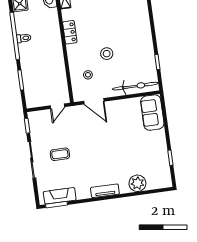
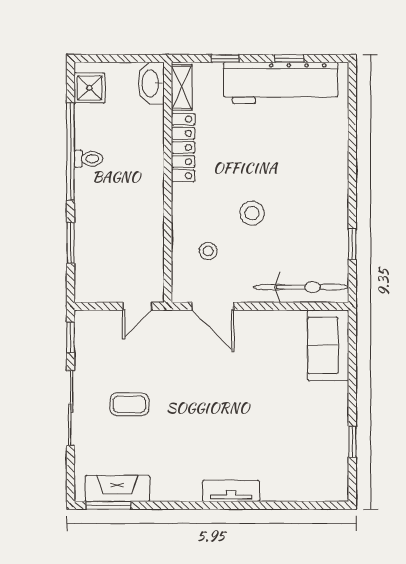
locker: (70, 32) -> (183, 147), width x1.53
plant: (137, 183) -> (278, 485), removed
tv unit: (105, 191) -> (231, 491), moved

